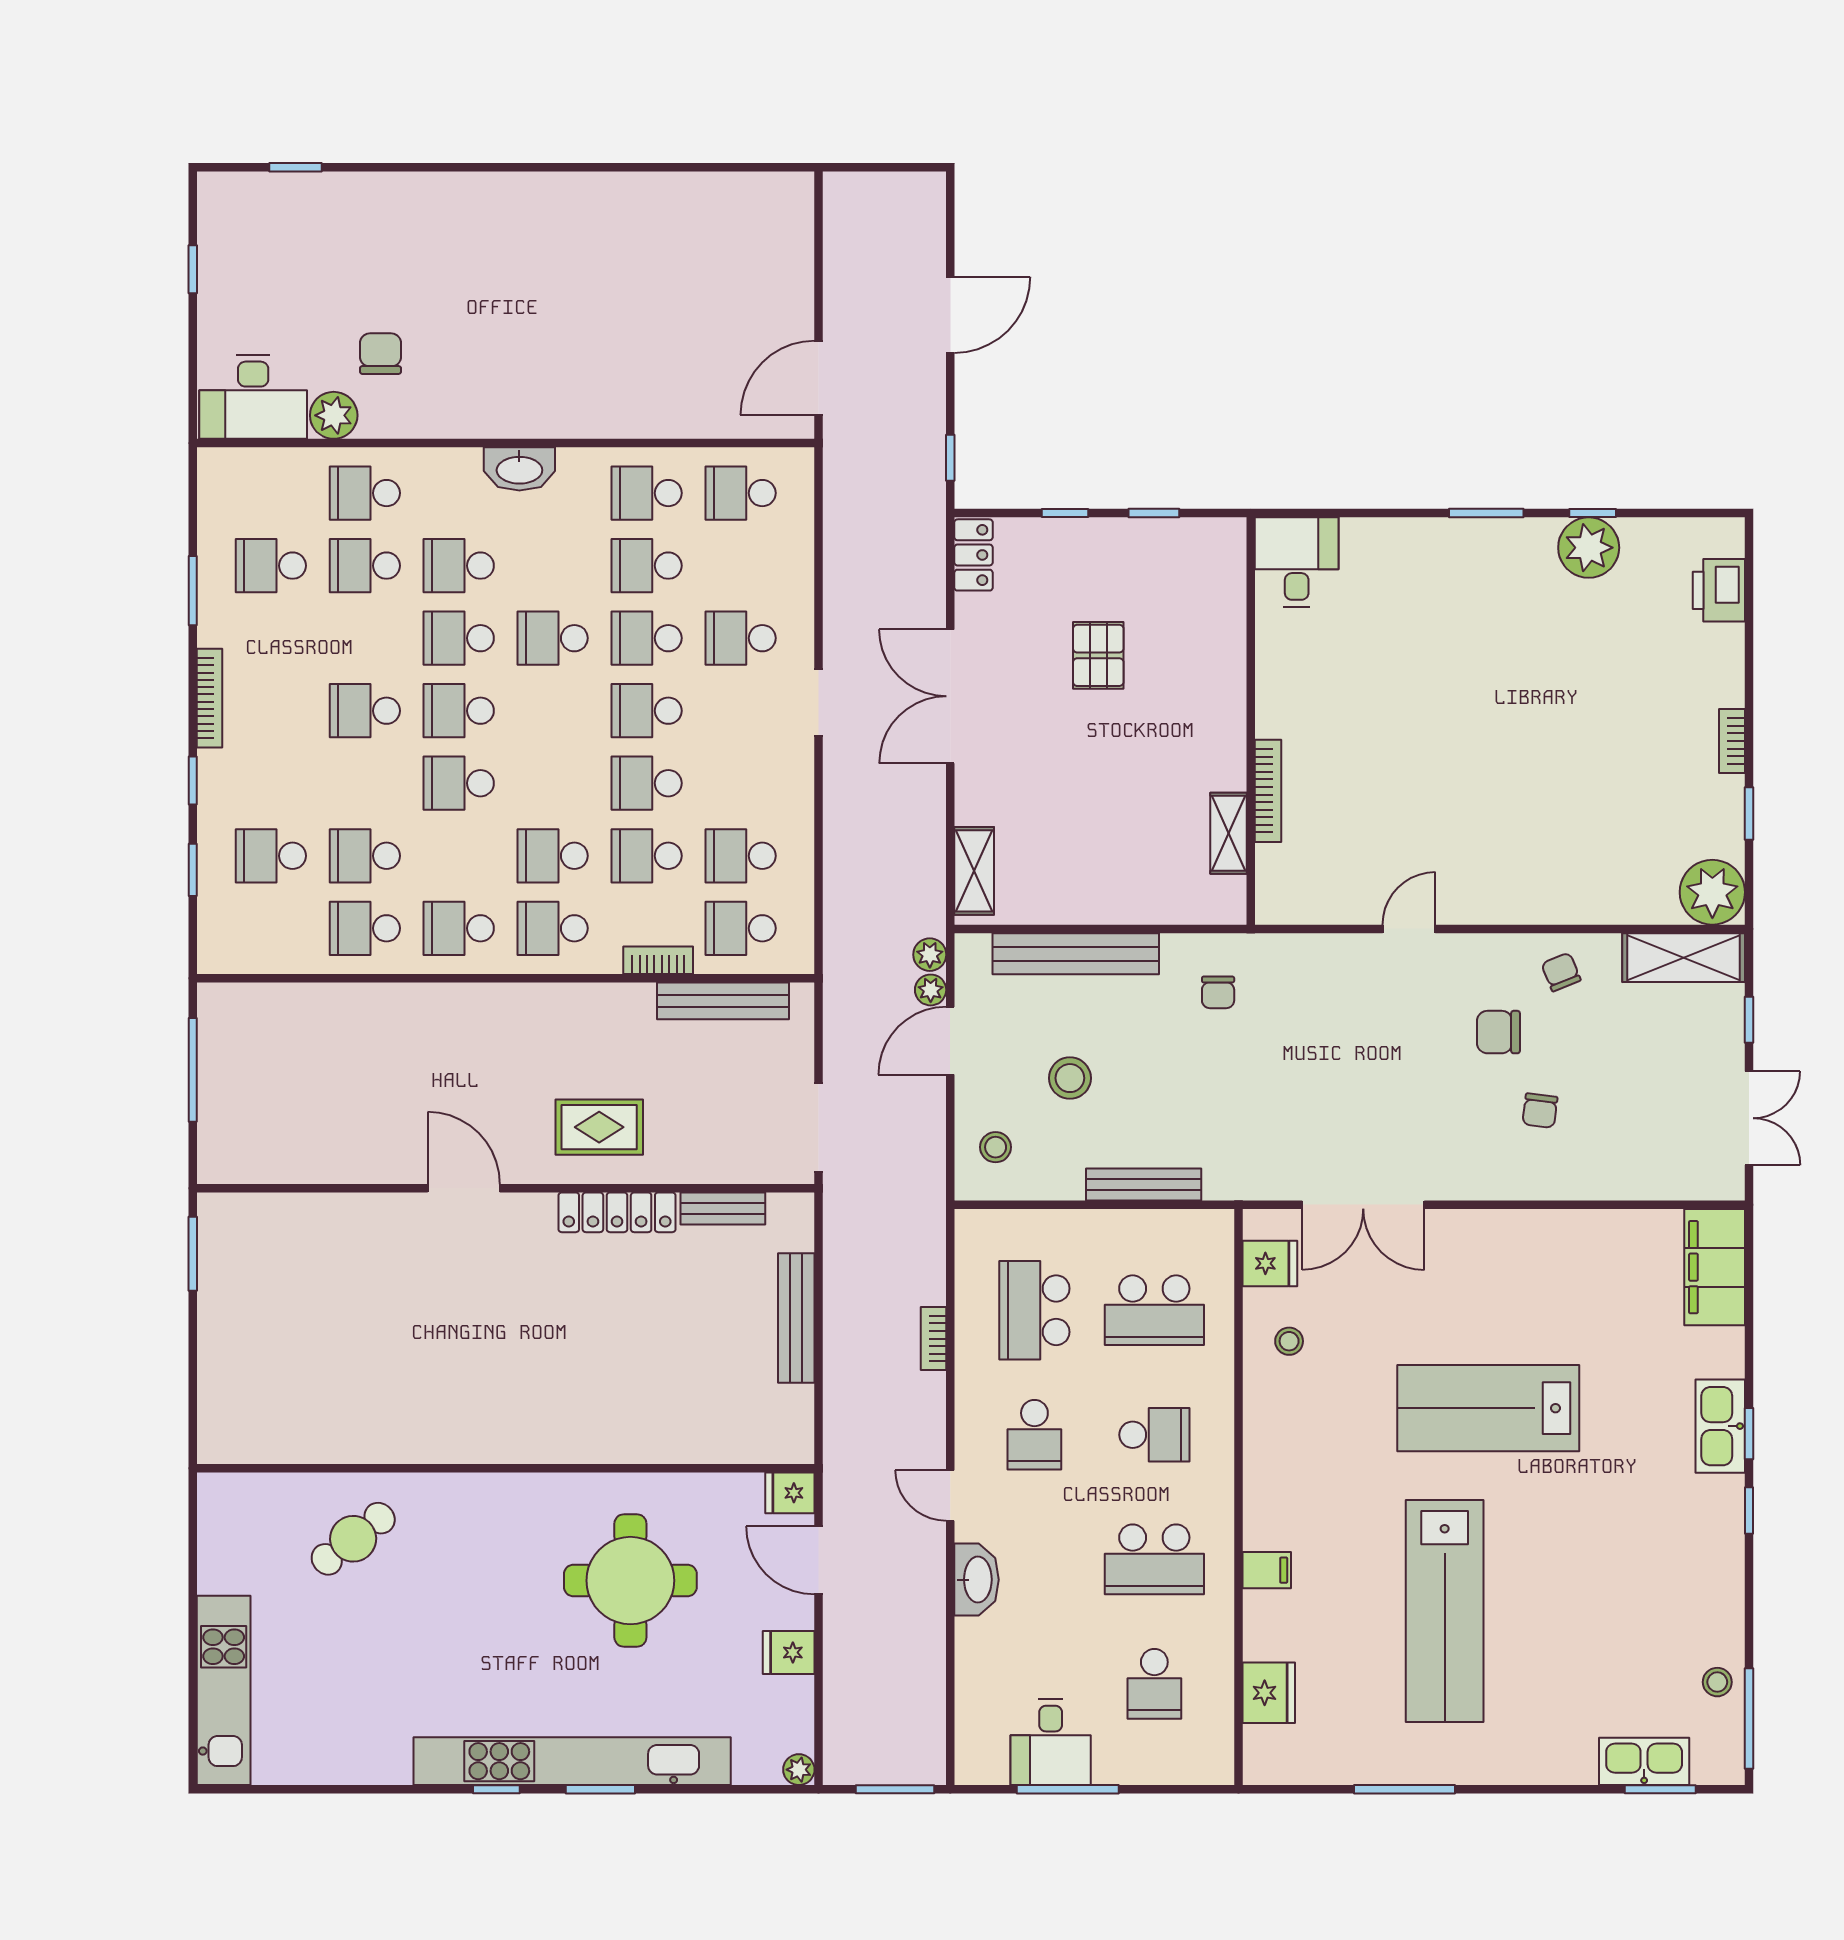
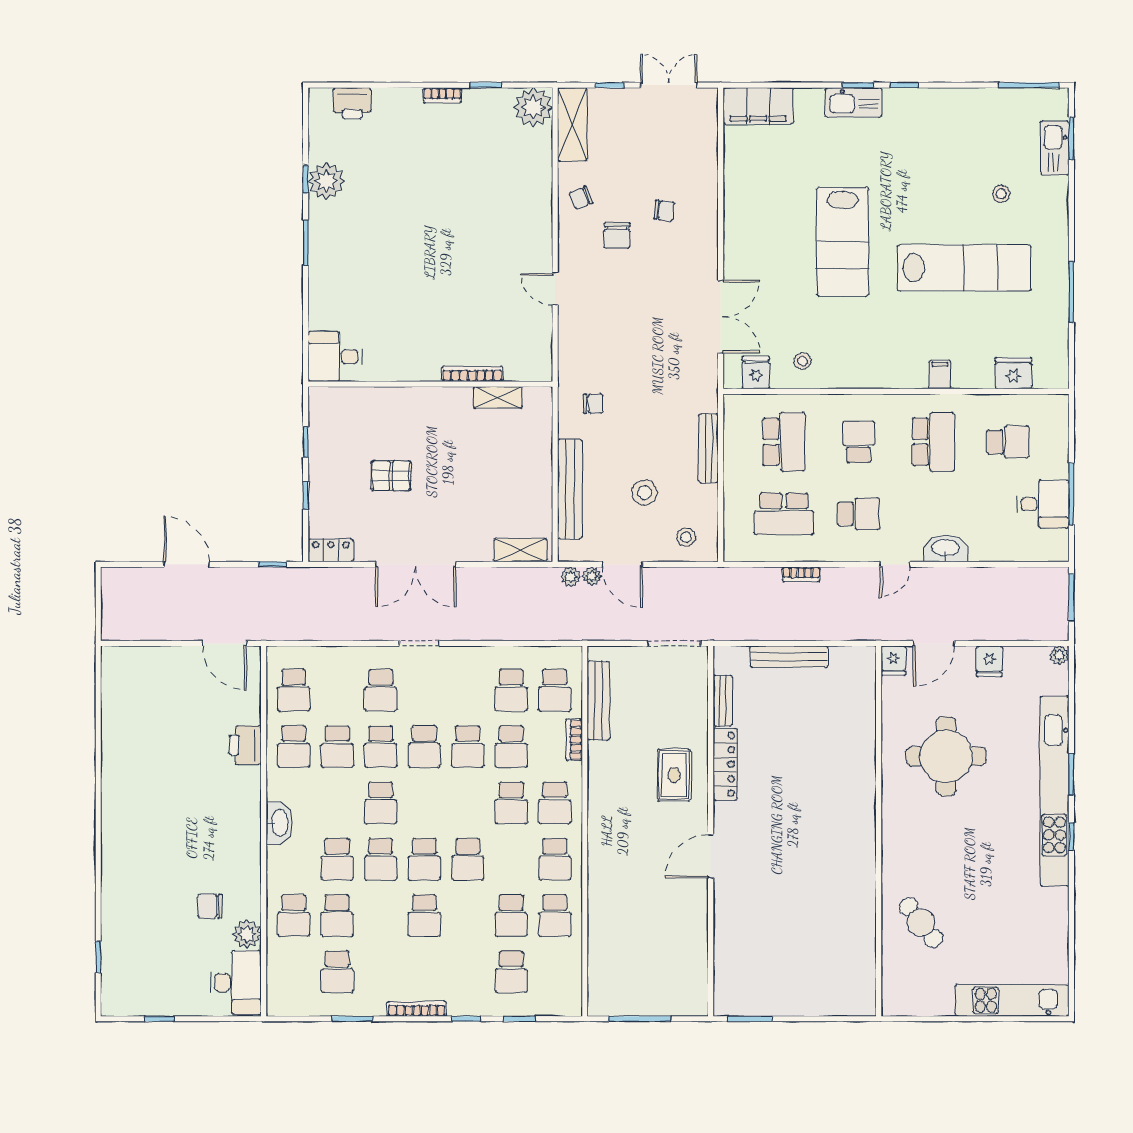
printer: (649, 412) -> (245, 745), added
stool: (1717, 1682) -> (1001, 194), moved

